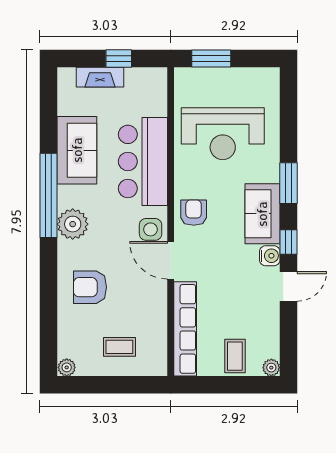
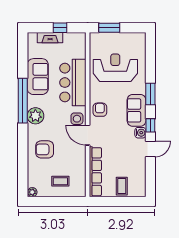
reception desk: (223, 134) -> (115, 68), turned 180
plant: (271, 368) -> (141, 192), removed

